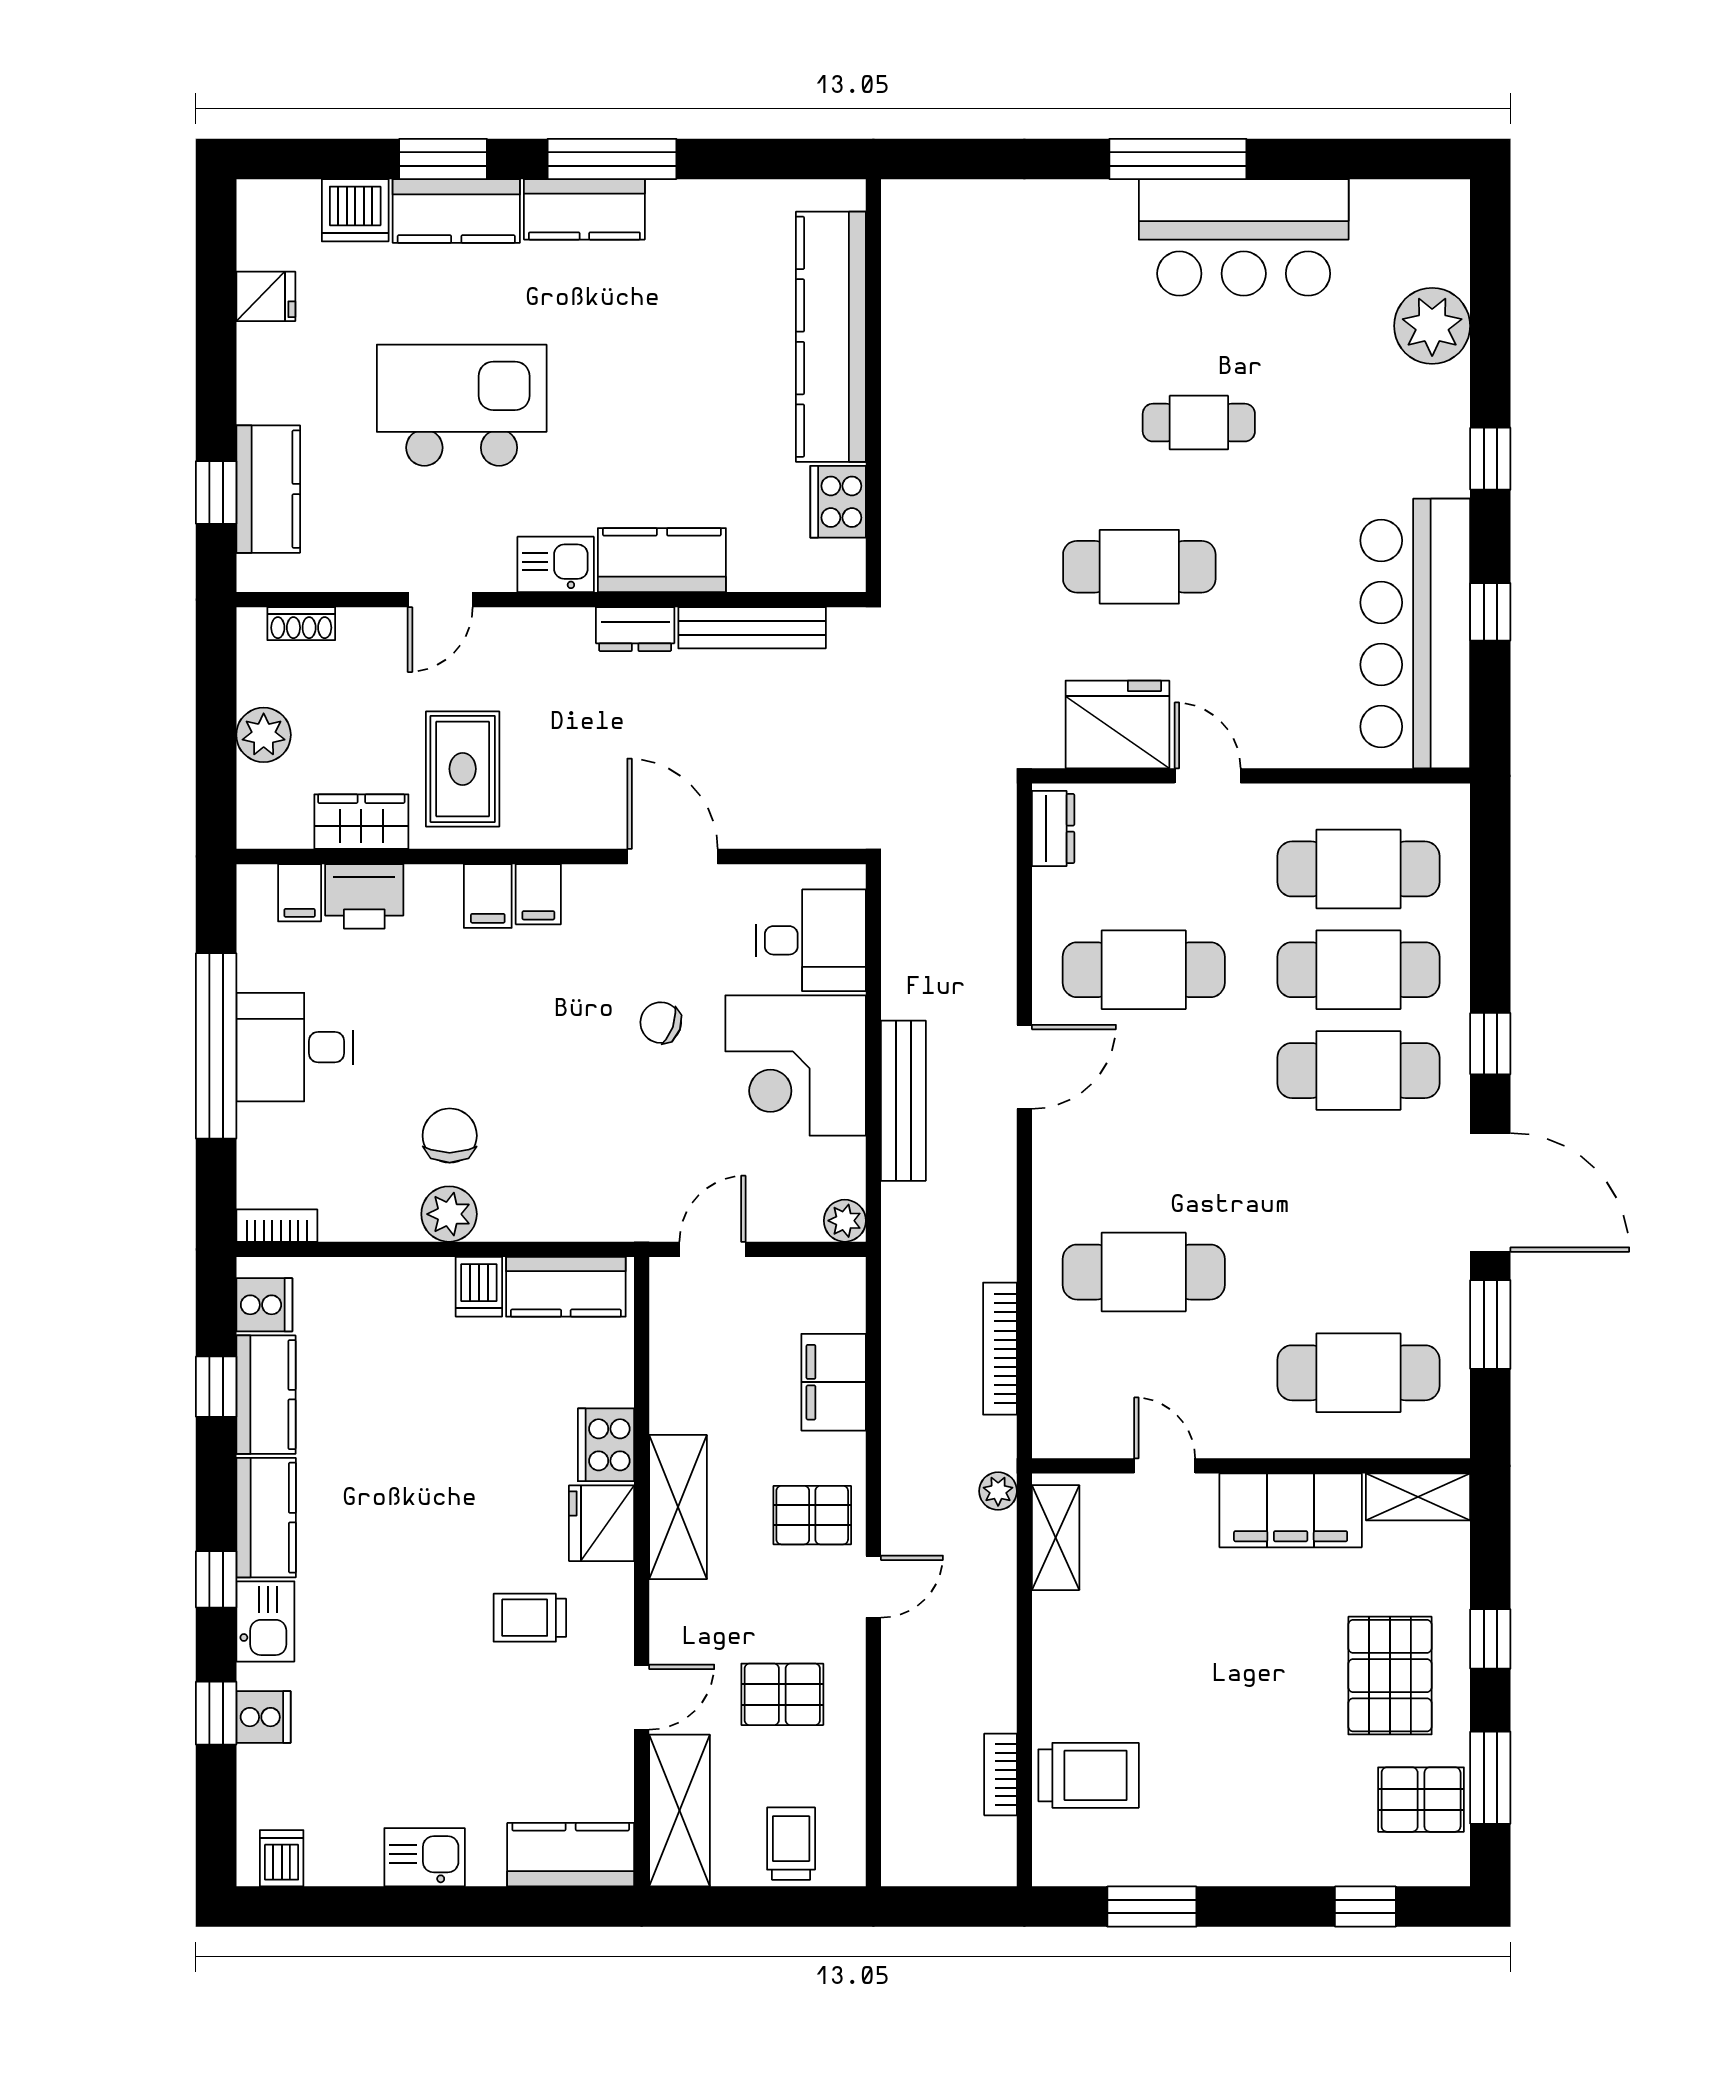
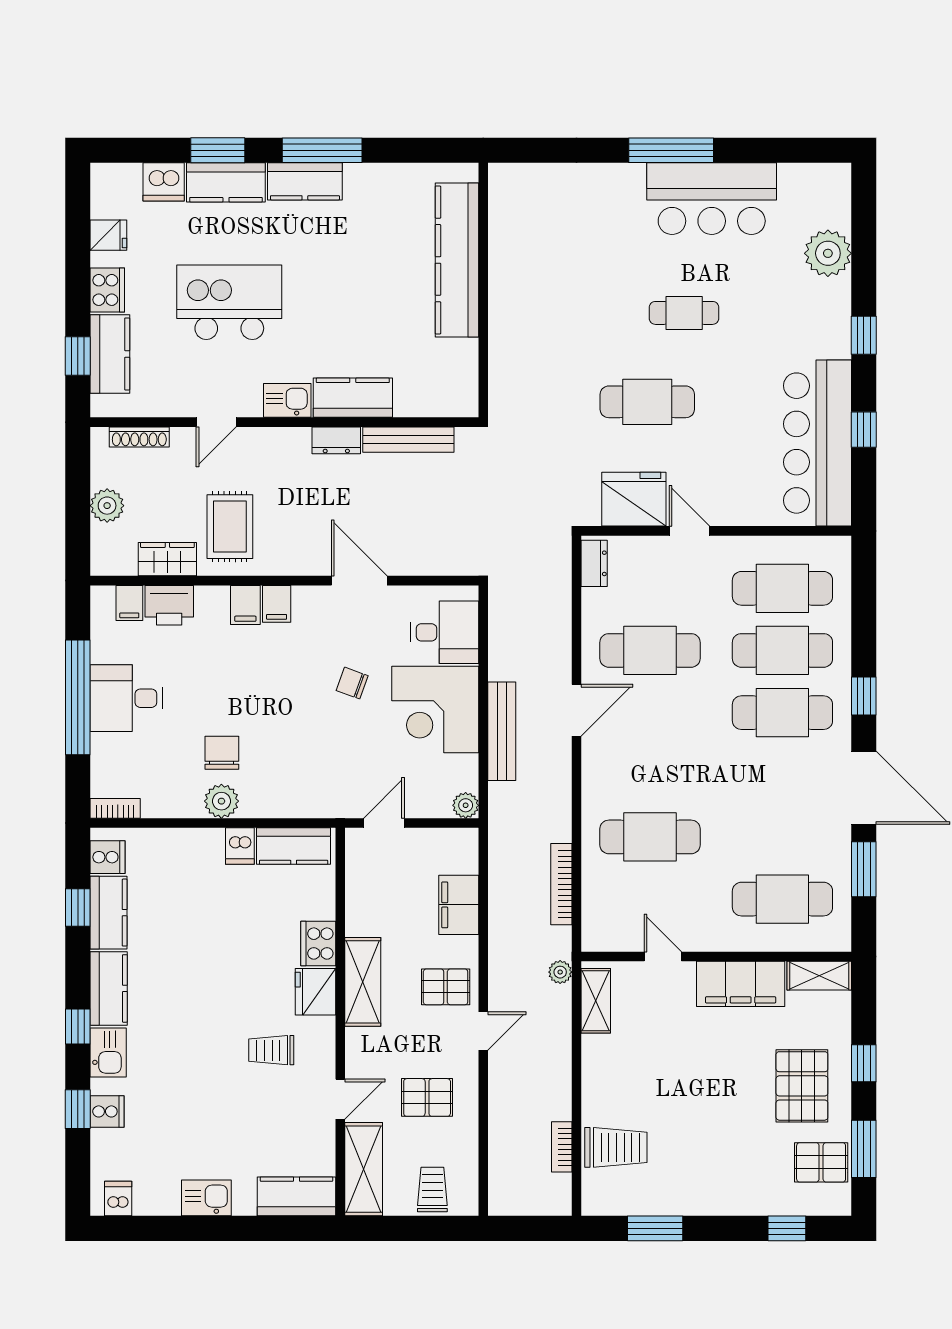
cooker: (838, 502) -> (107, 290), moved, turned 180
shoe rack: (301, 624) -> (139, 437), width x1.43

